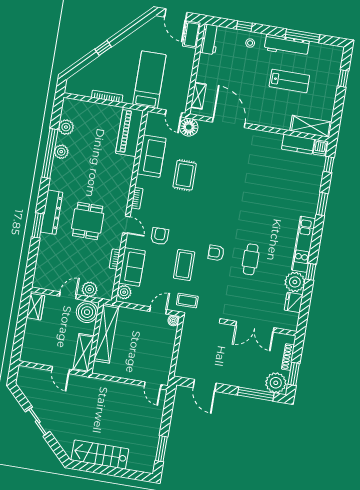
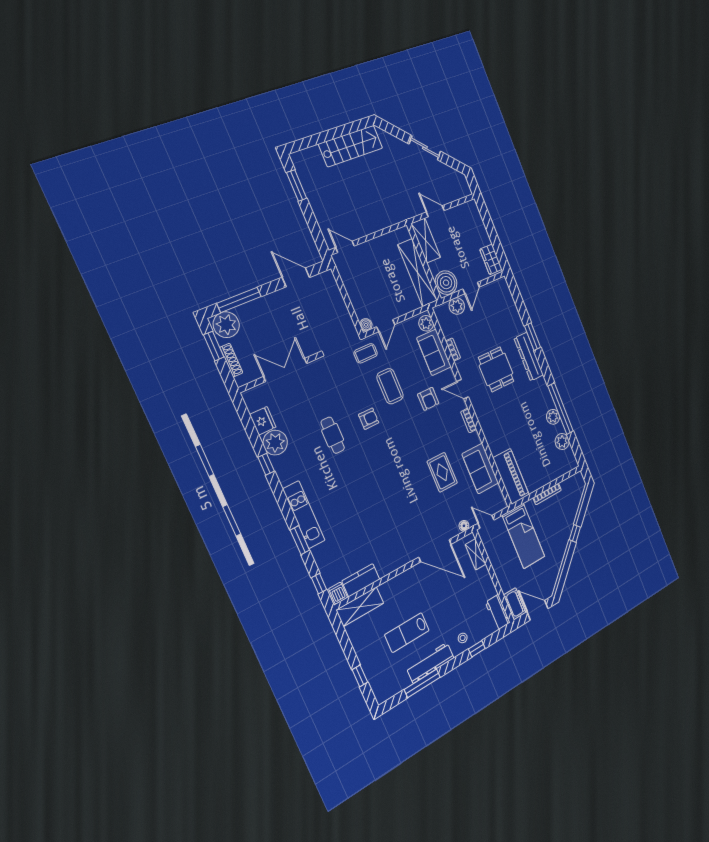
floor lamp: (189, 127) -> (464, 526), width x0.53, depth x0.53
kitchen unit: (304, 244) -> (304, 515), moved

